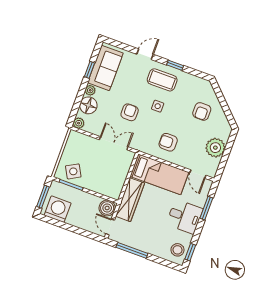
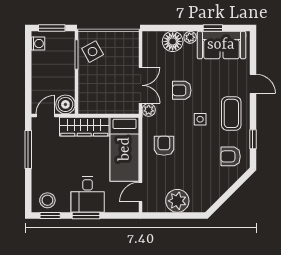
window: (175, 65) -> (253, 139), moved
armchair: (202, 111) -> (231, 156), moved
armchair: (130, 112) -> (182, 90), turned 180
plant: (79, 123) -> (149, 110), moved
window: (206, 208) -> (86, 215), moved
washing machine: (58, 209) -> (38, 44), width x0.53, depth x0.53

